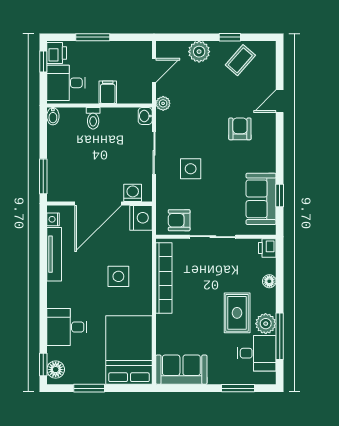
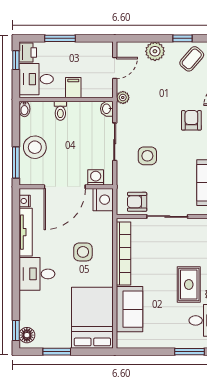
stool: (65, 159) -> (35, 147), added
desk: (67, 327) -> (37, 274), moved
sofa: (181, 370) -> (130, 309), moved, turned 90

